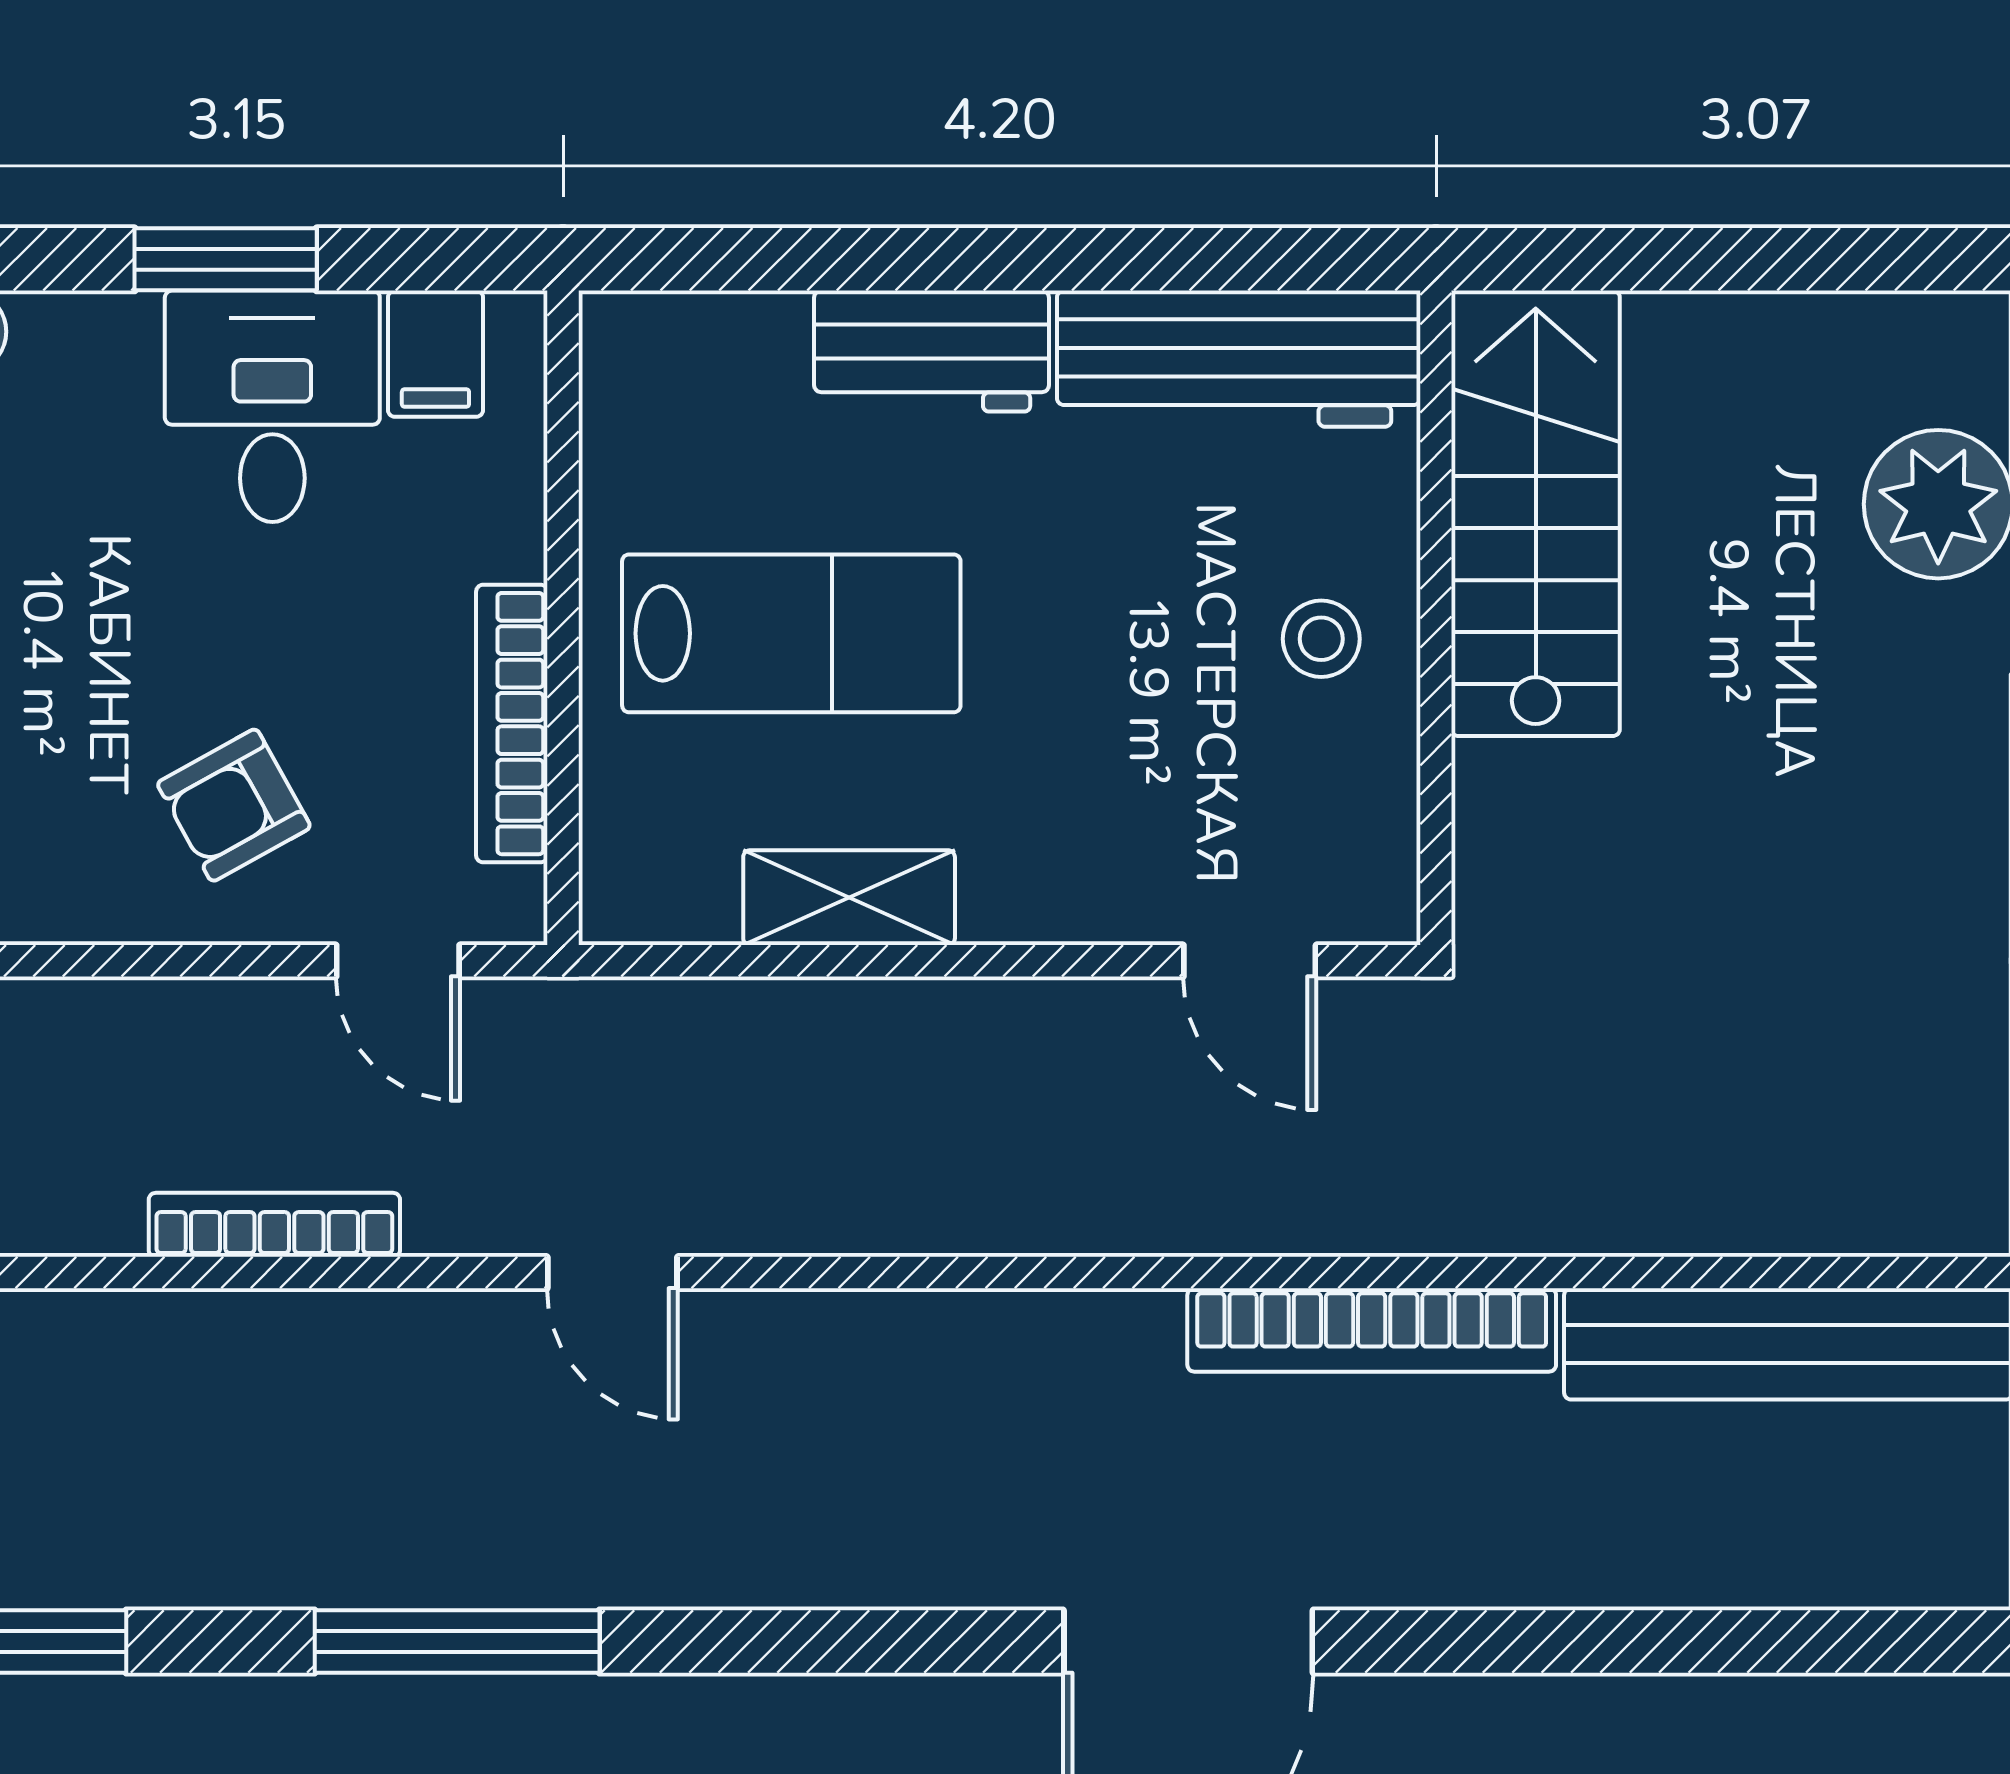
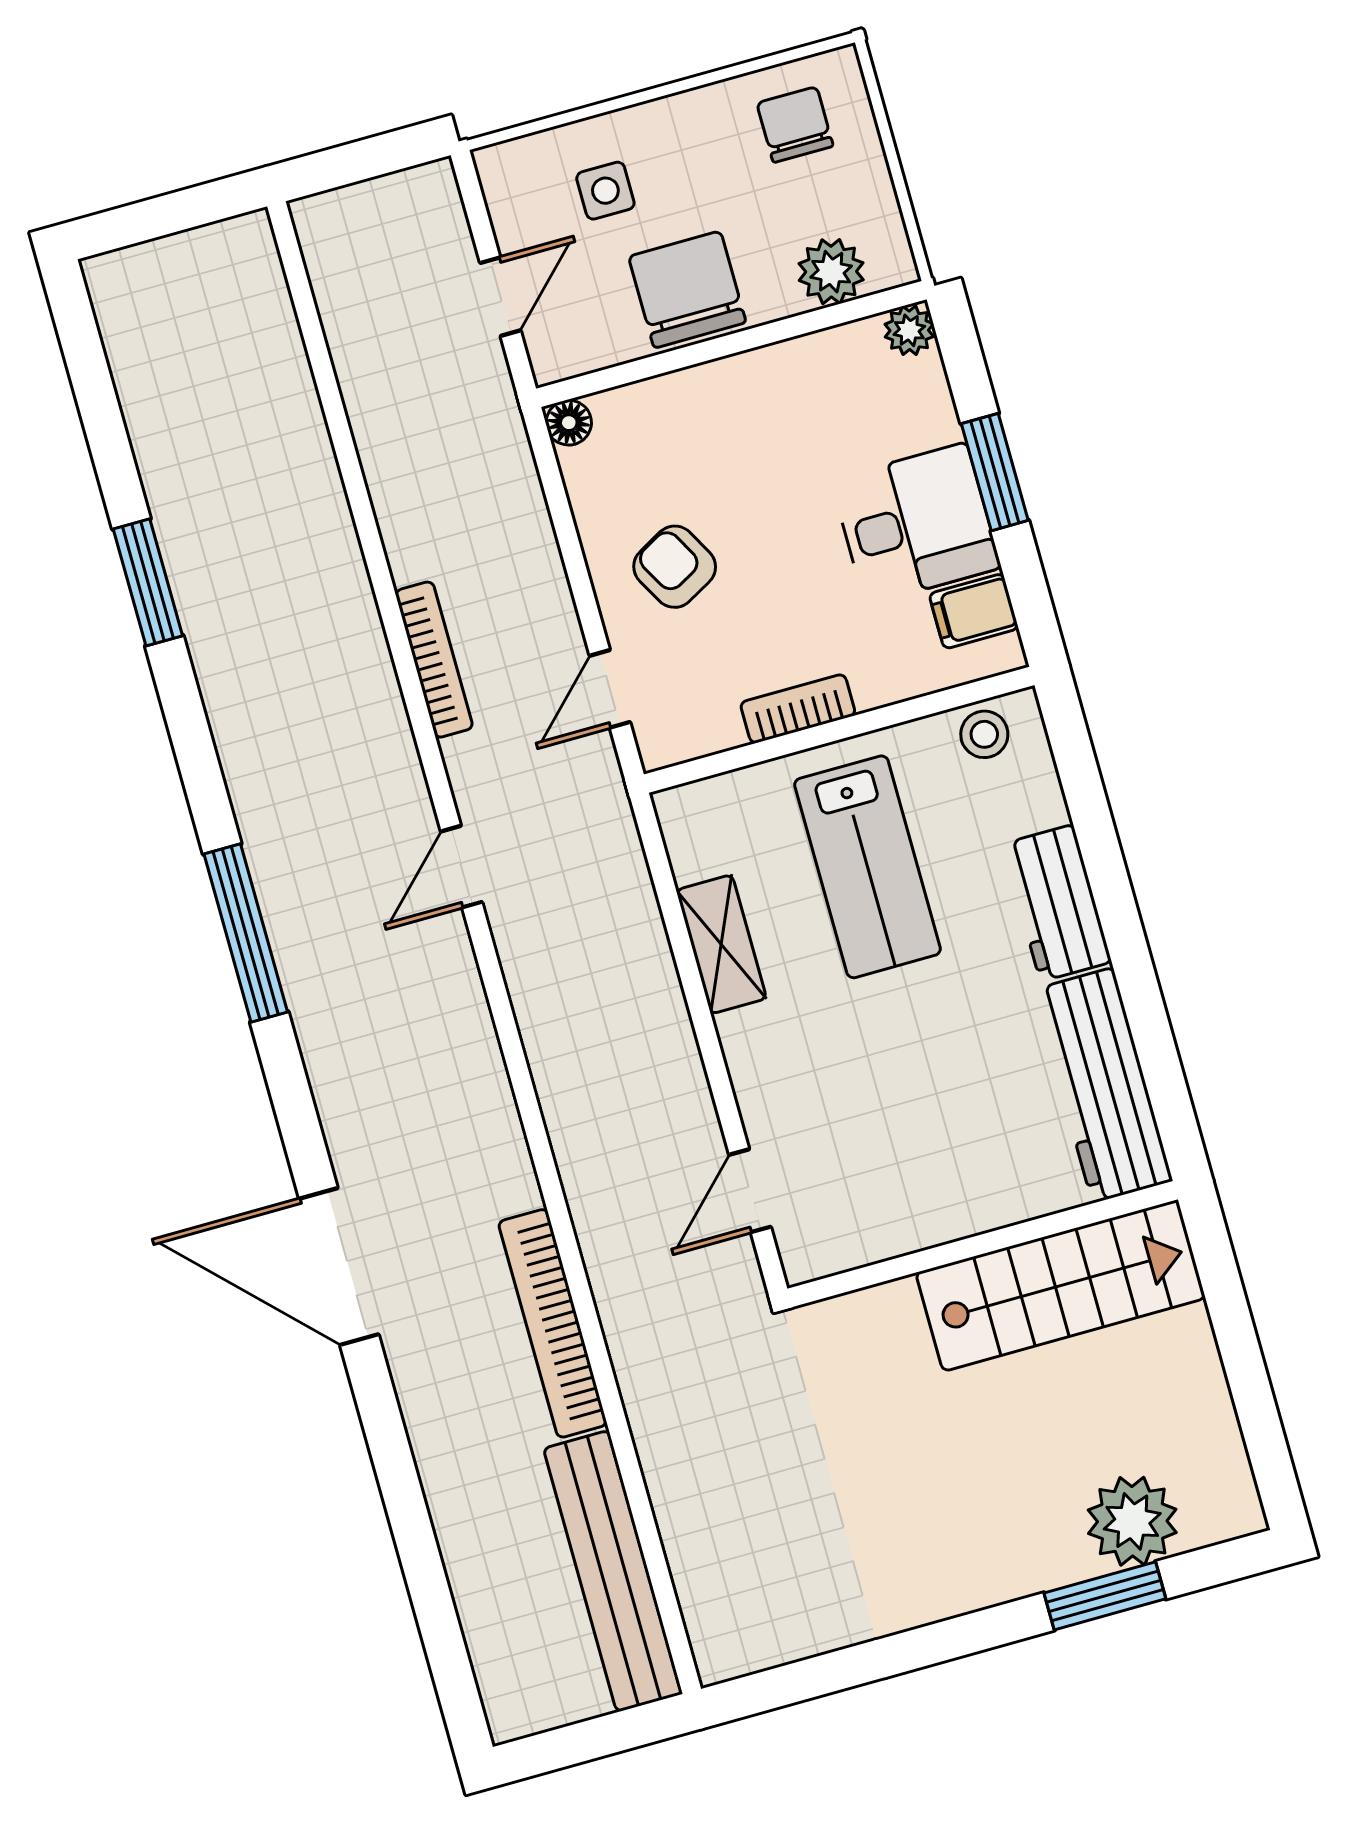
stool: (1321, 639) -> (984, 734), moved
bookcase: (512, 724) -> (798, 709), width x0.64
window: (457, 1641) -> (246, 933), moved

